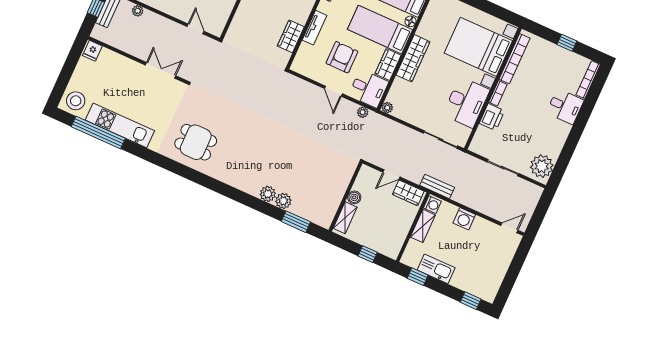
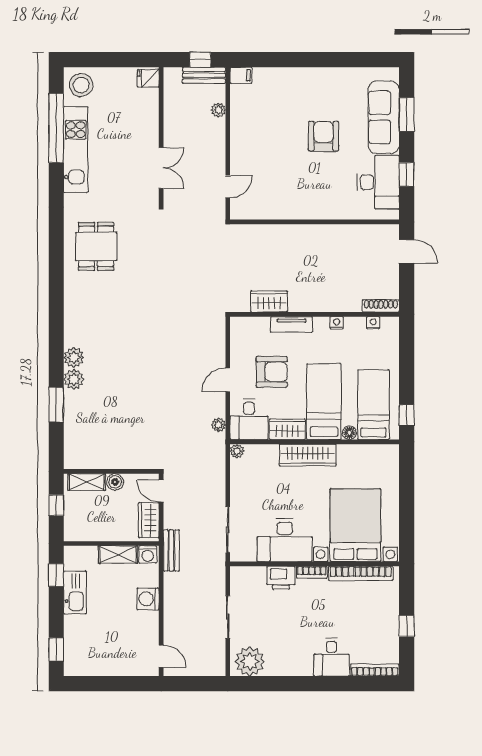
wall: (345, 197) -> (111, 471), moved
boiler: (354, 197) -> (115, 482), moved
shelving: (345, 218) -> (87, 482), moved

